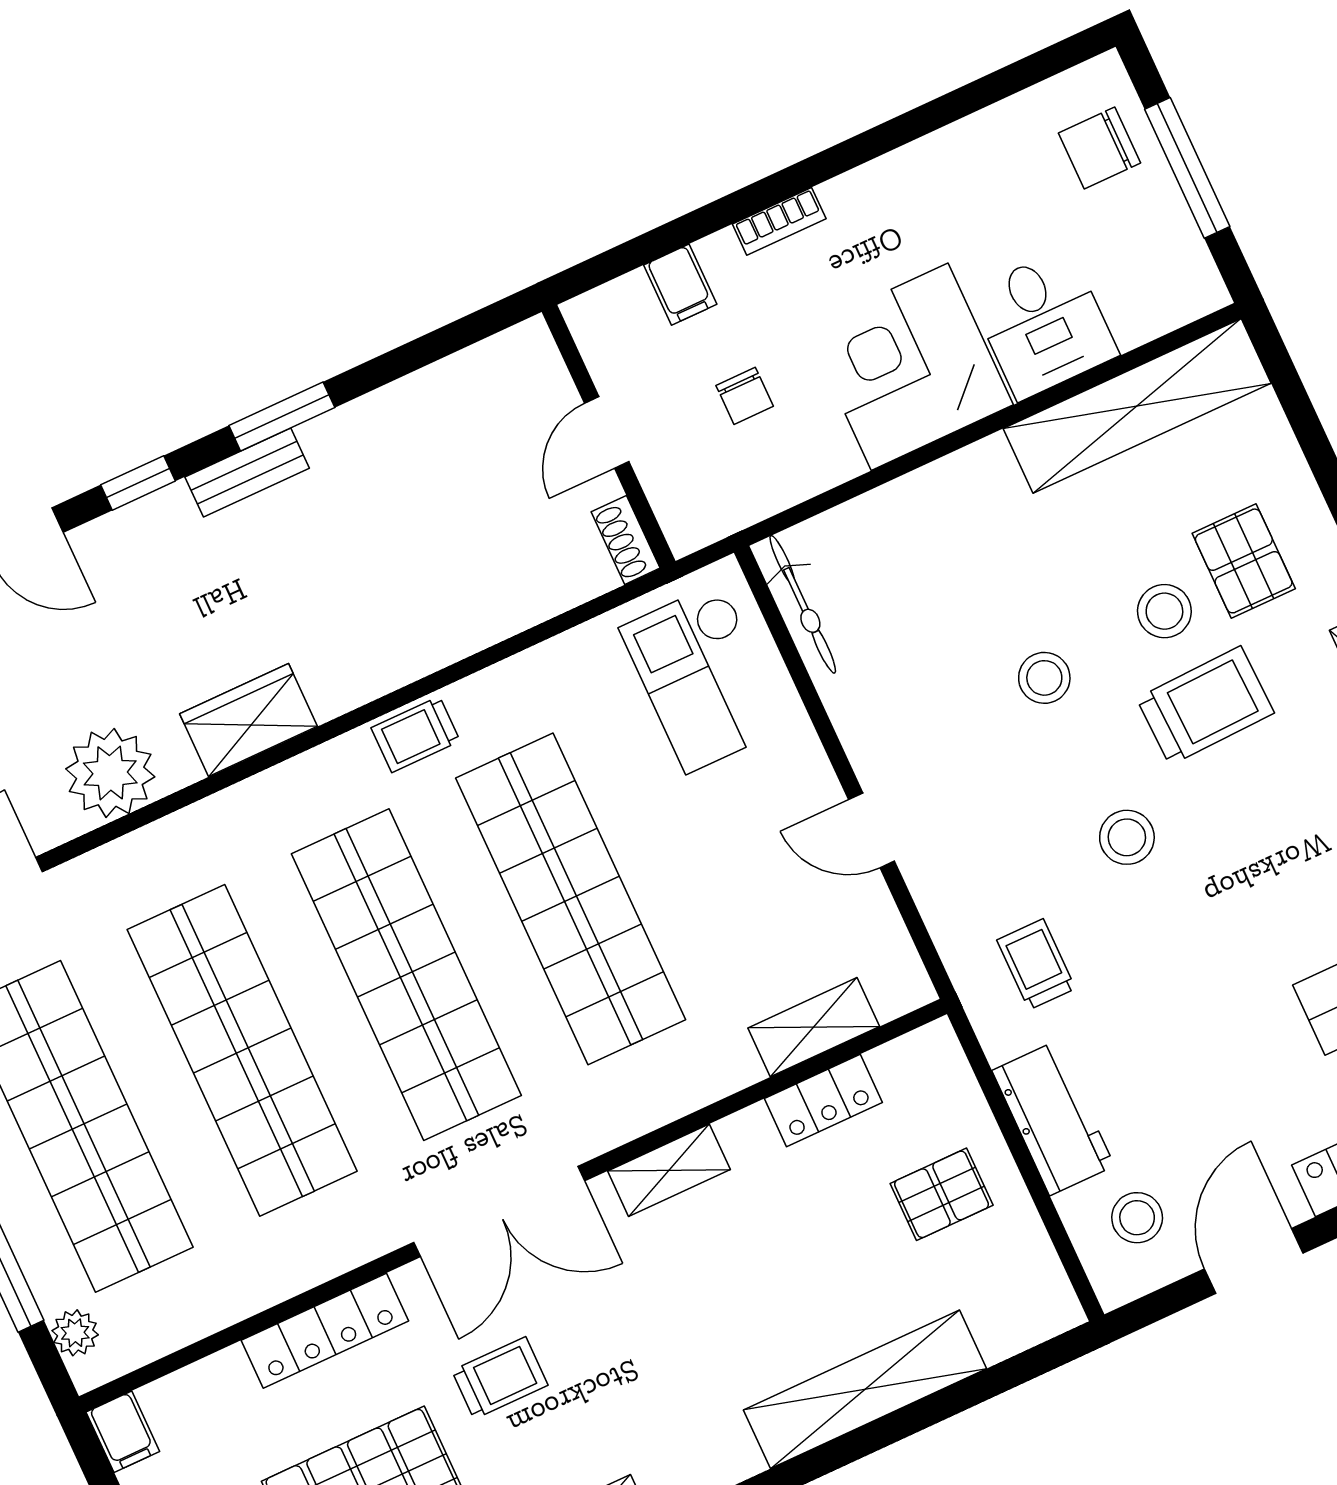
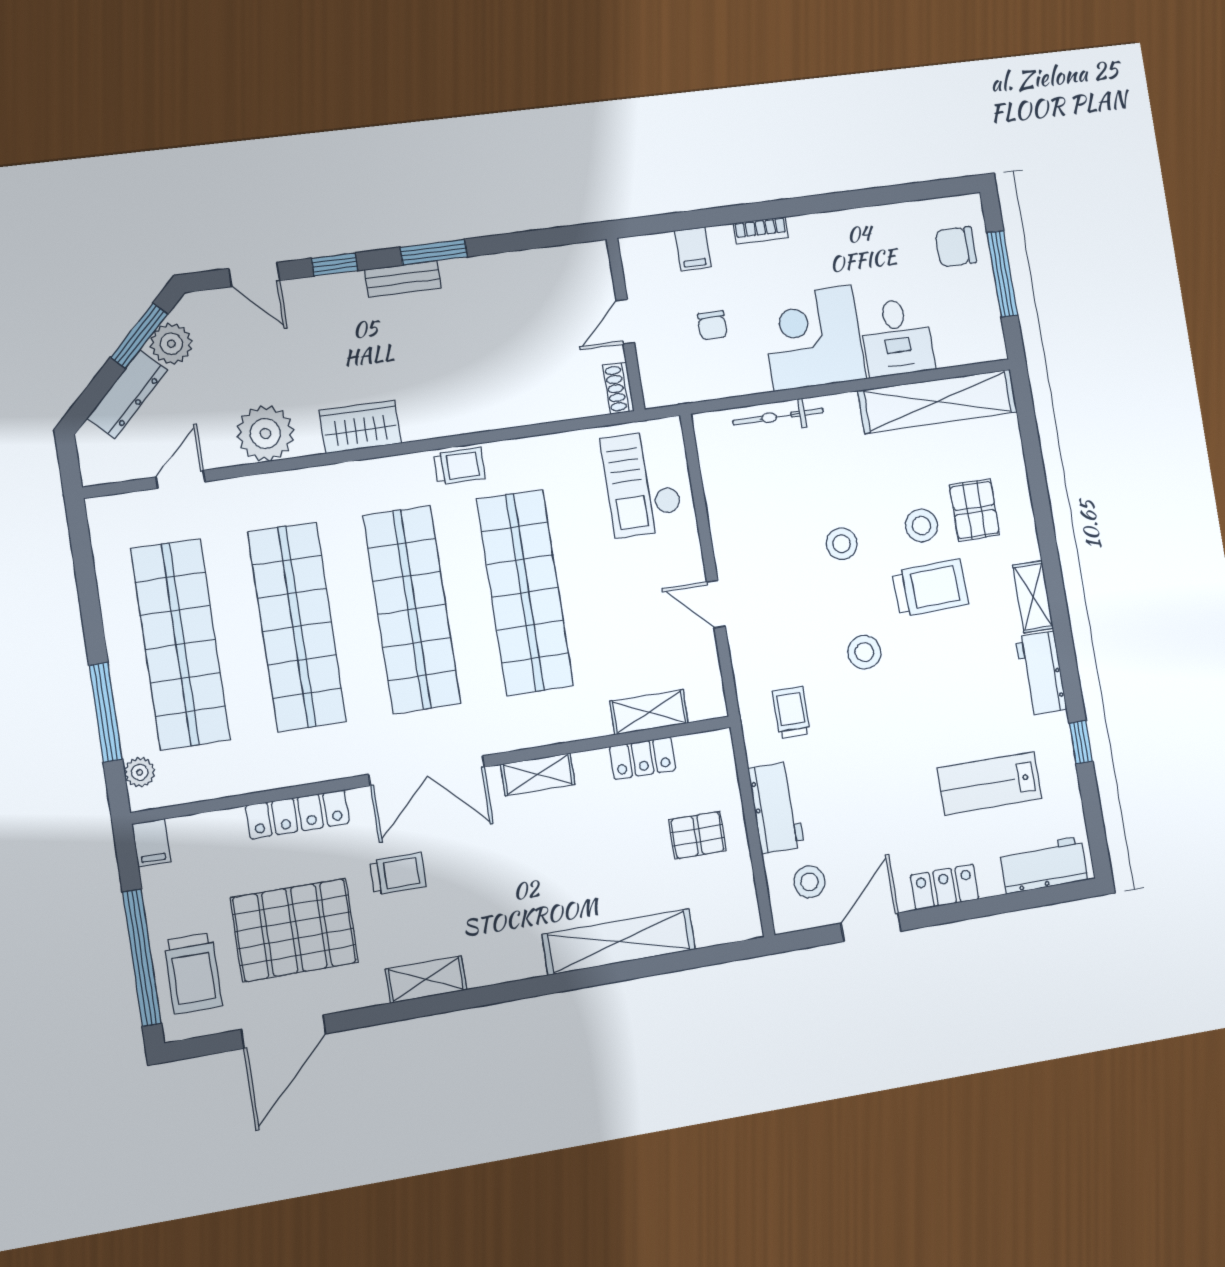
bicycle: (803, 604) -> (778, 416), moved, turned 90
trolley: (416, 734) -> (459, 466), turned 180

